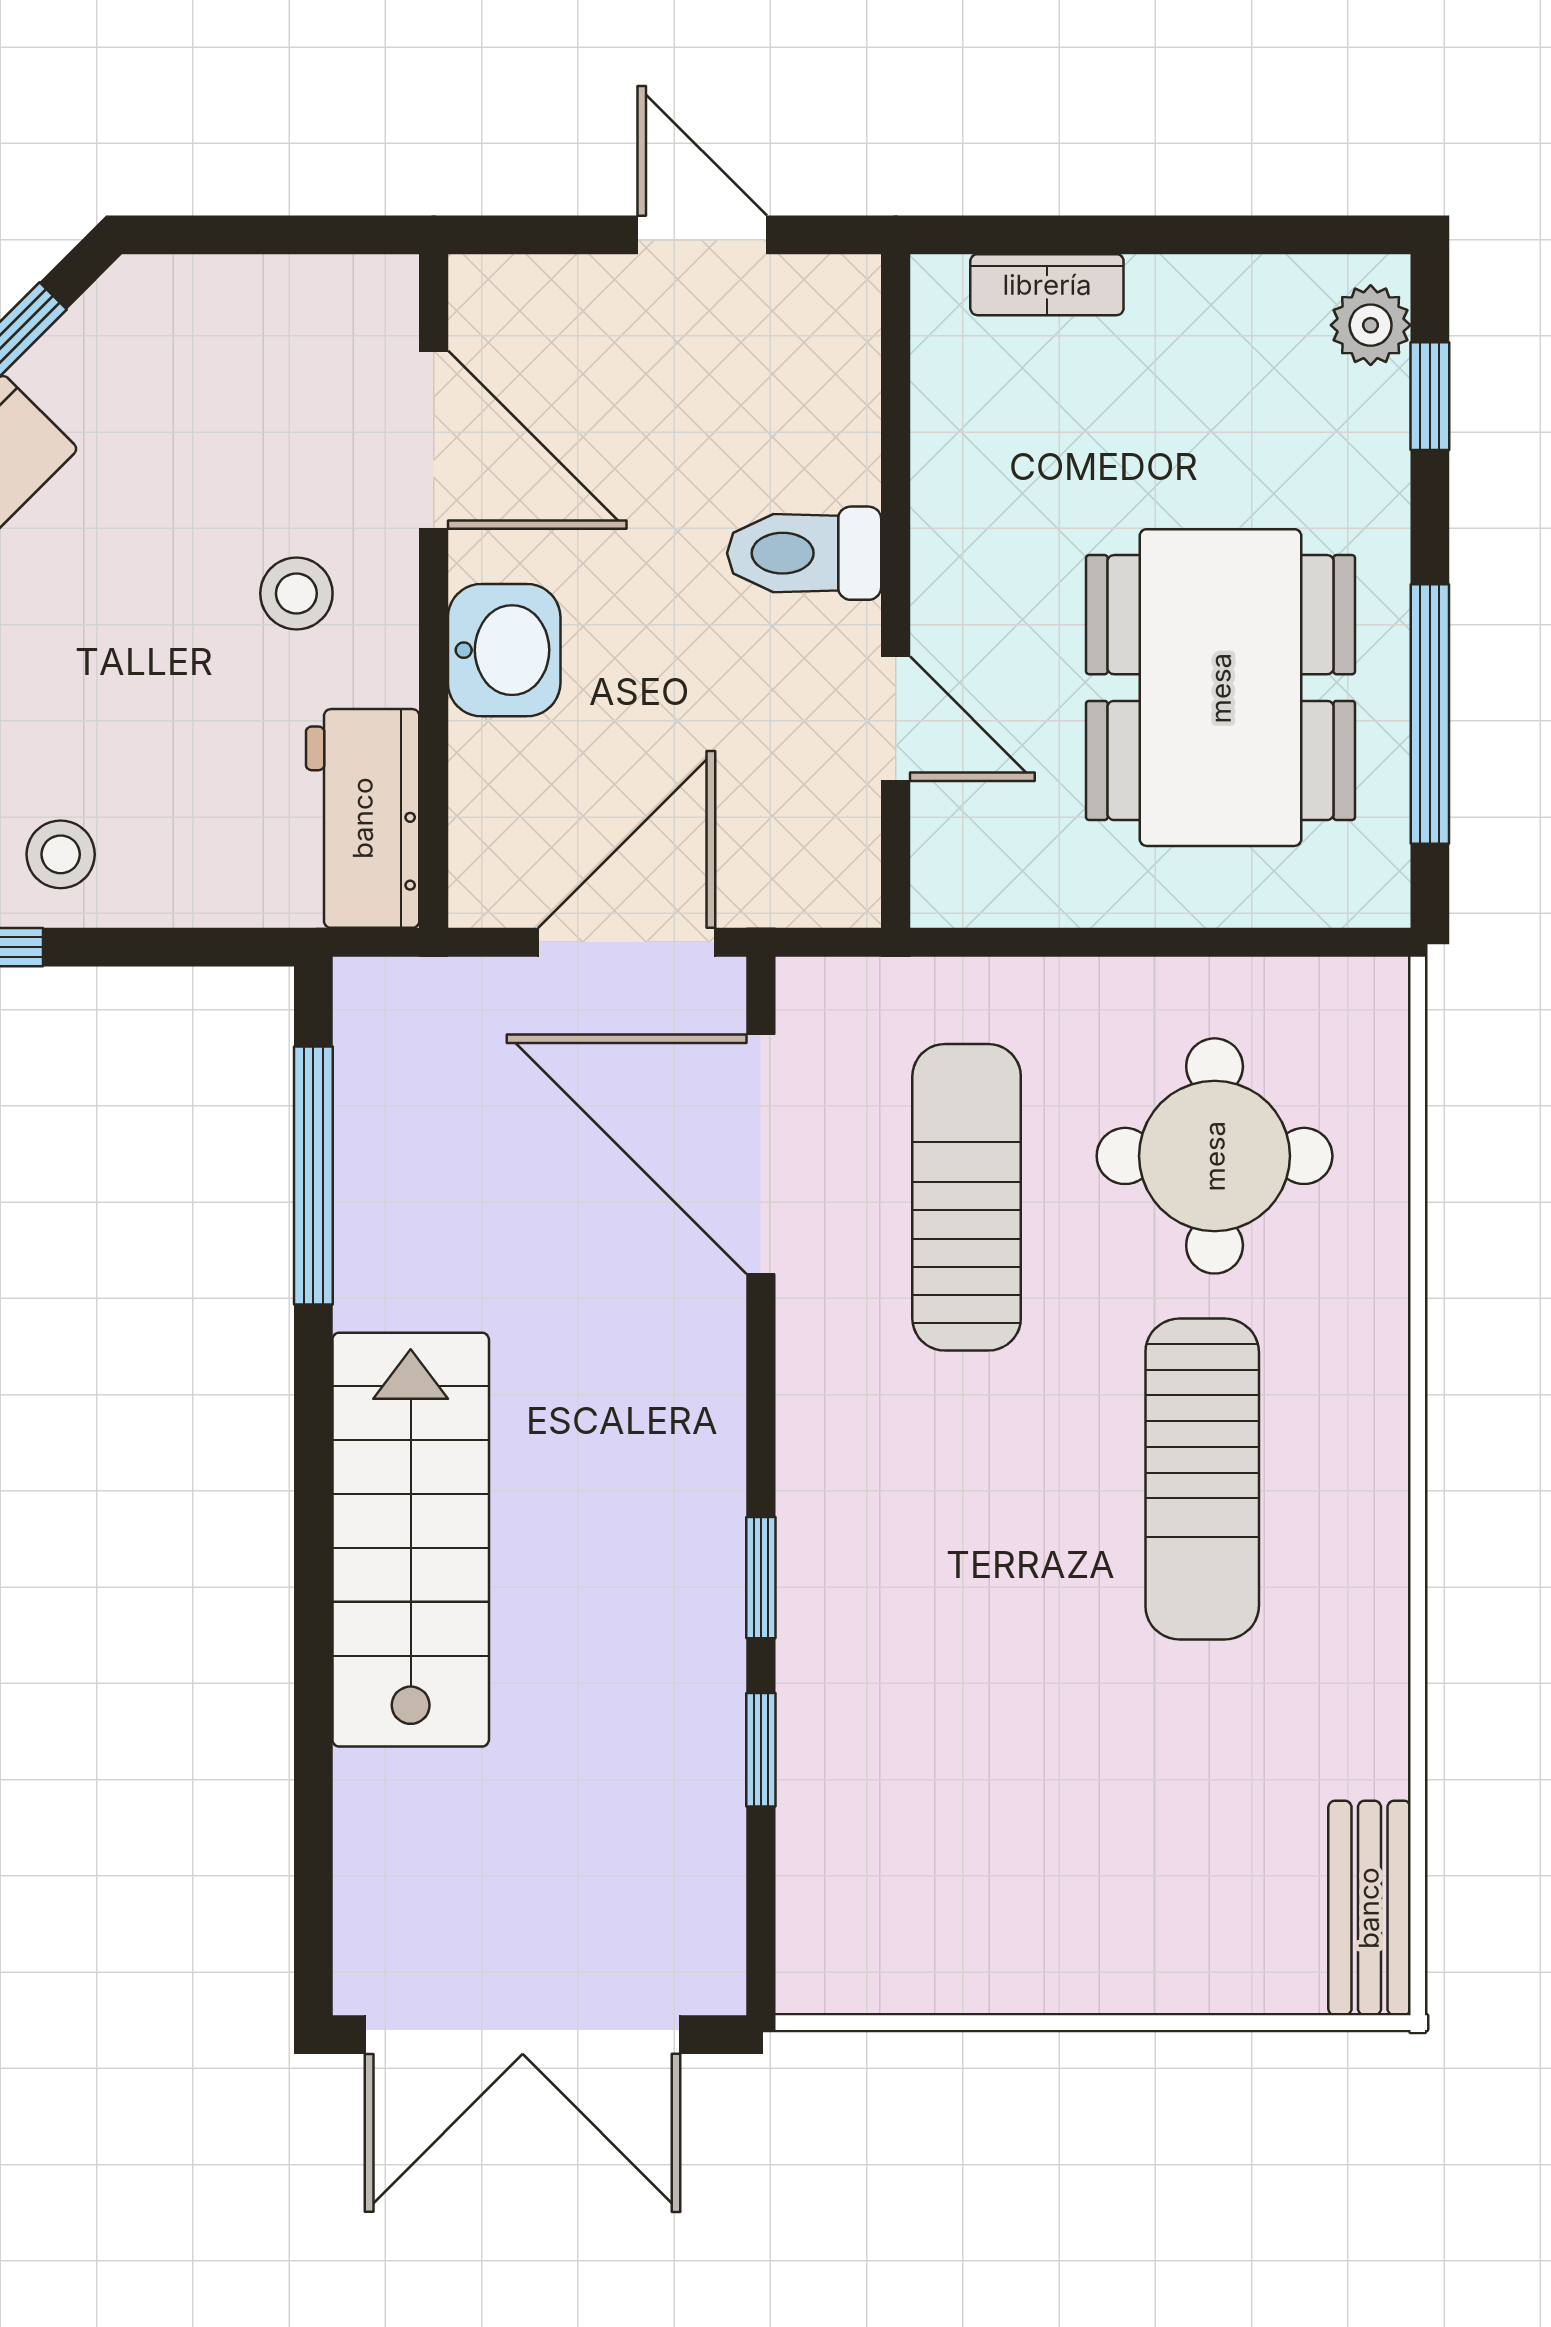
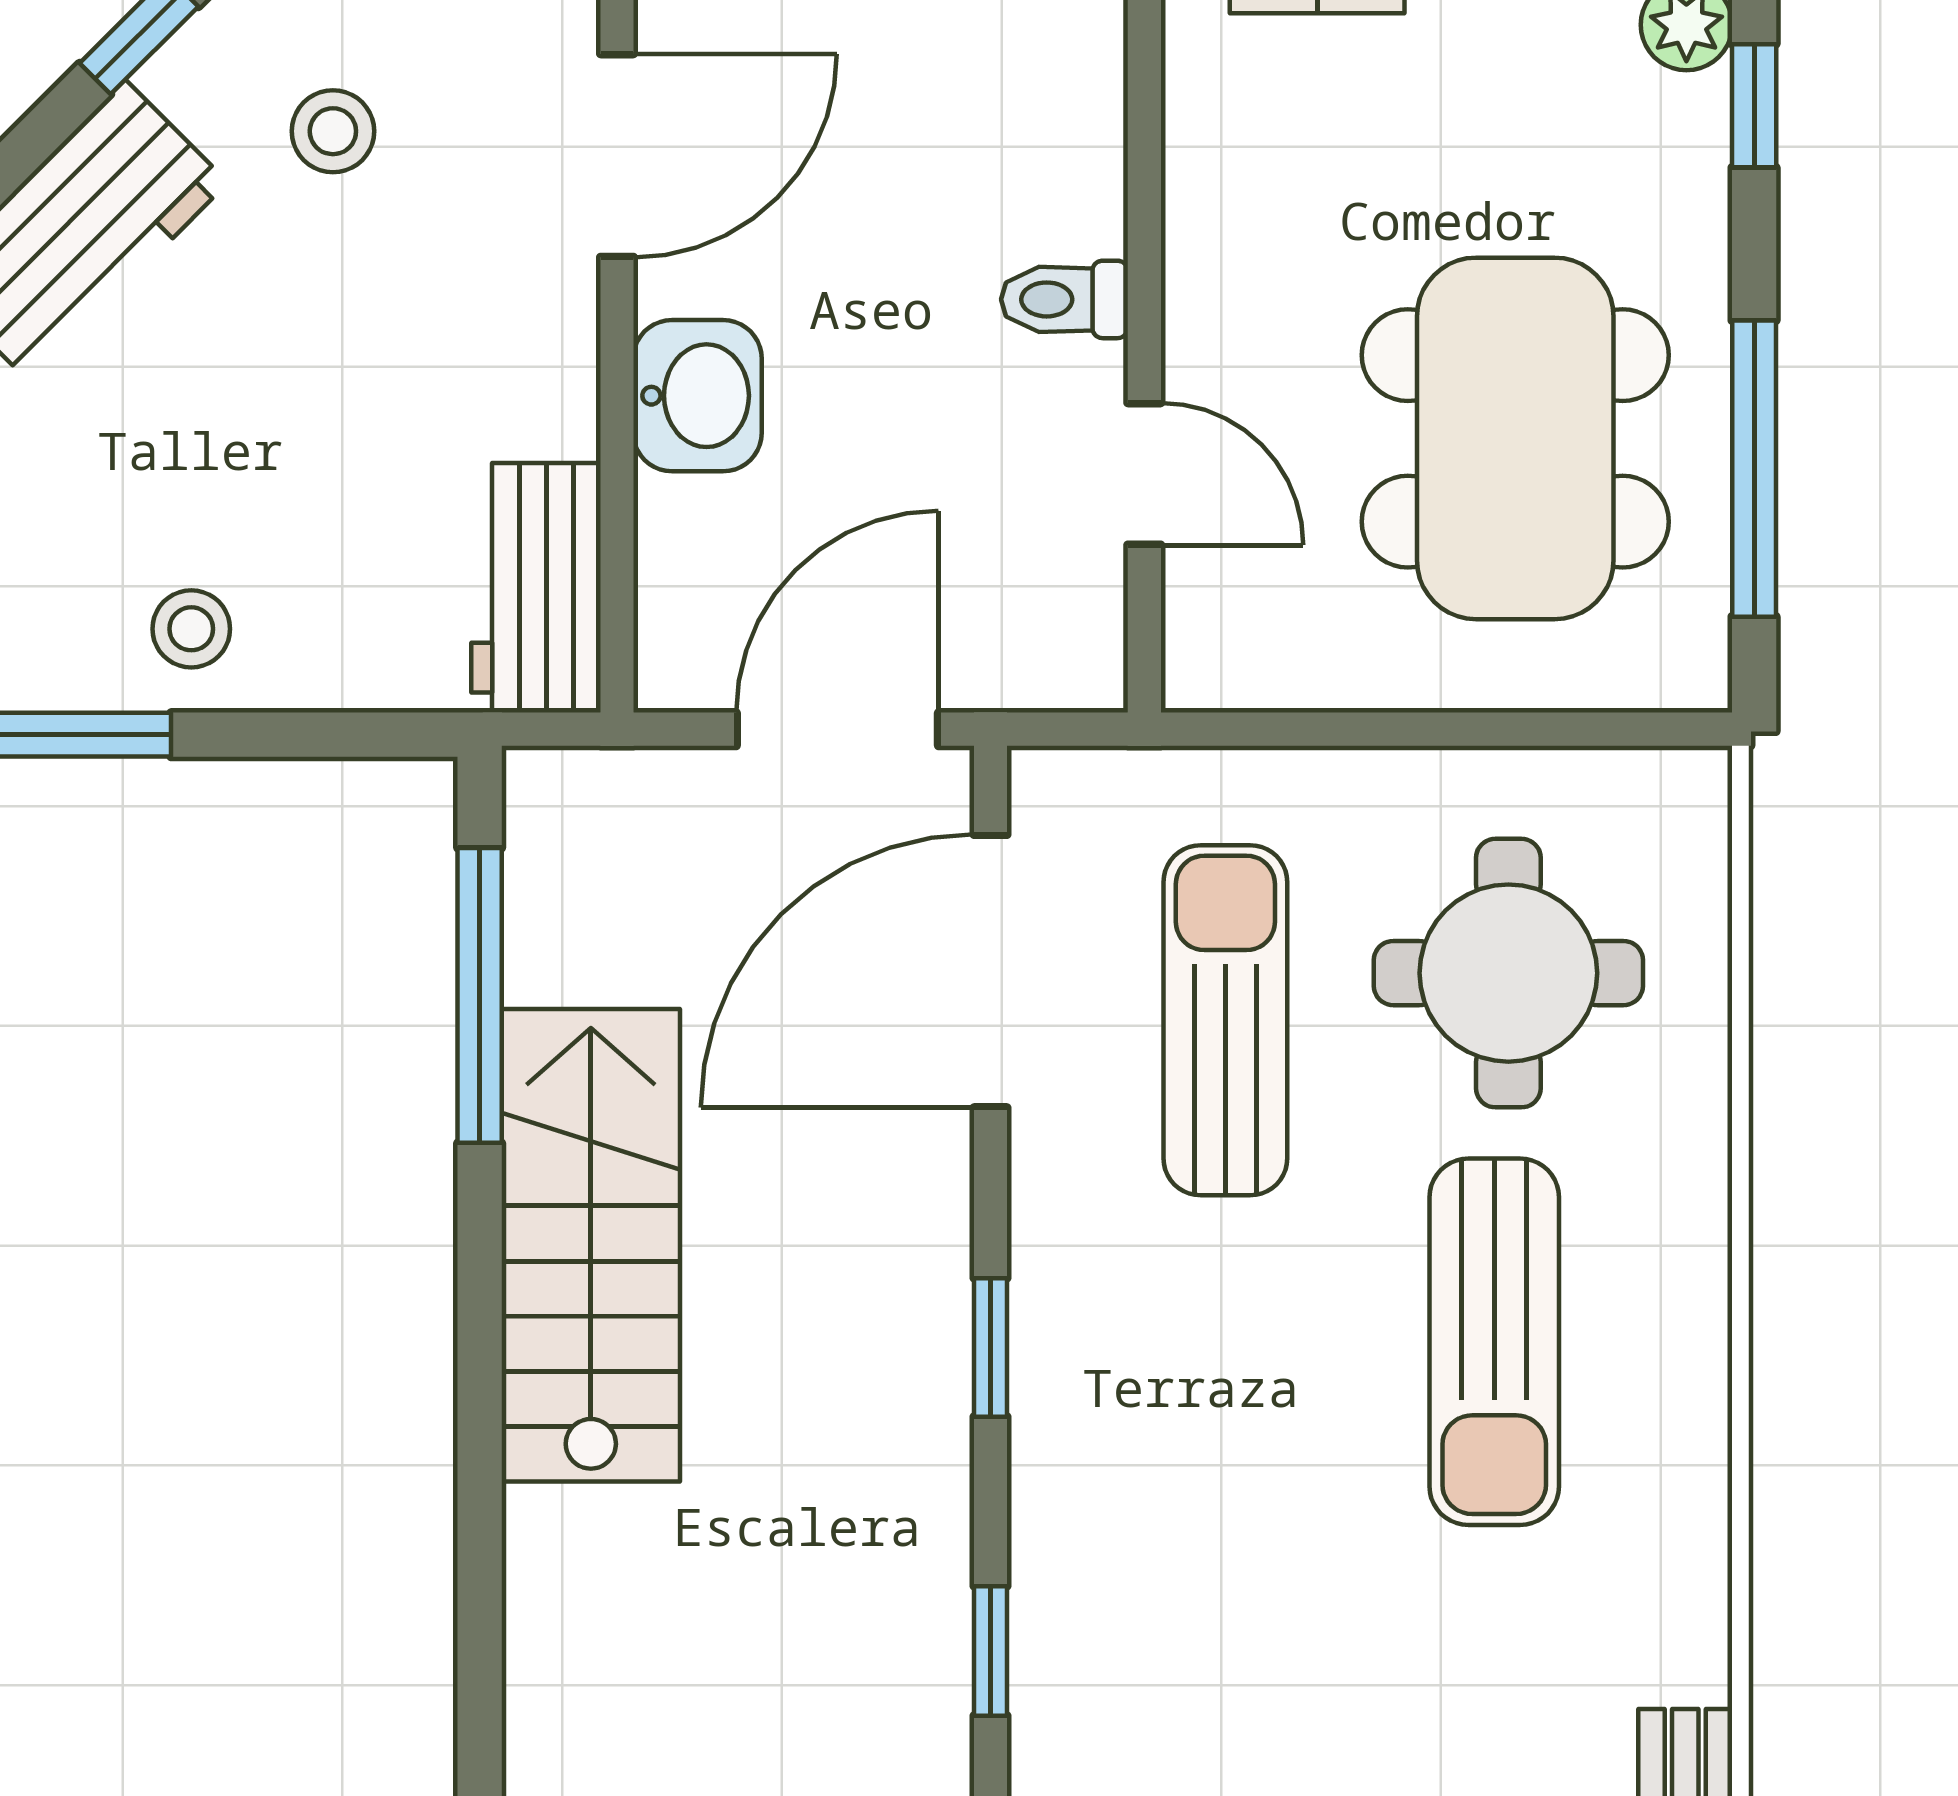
door: (434, 440) -> (617, 156), hinge flipped
toilet: (804, 553) -> (1064, 299), width x0.73, depth x0.72
stool: (296, 593) -> (333, 131), moved
door: (761, 1154) -> (991, 971), hinge flipped
stairs: (411, 1540) -> (591, 1245), moved
window: (761, 1578) -> (991, 1347), moved

